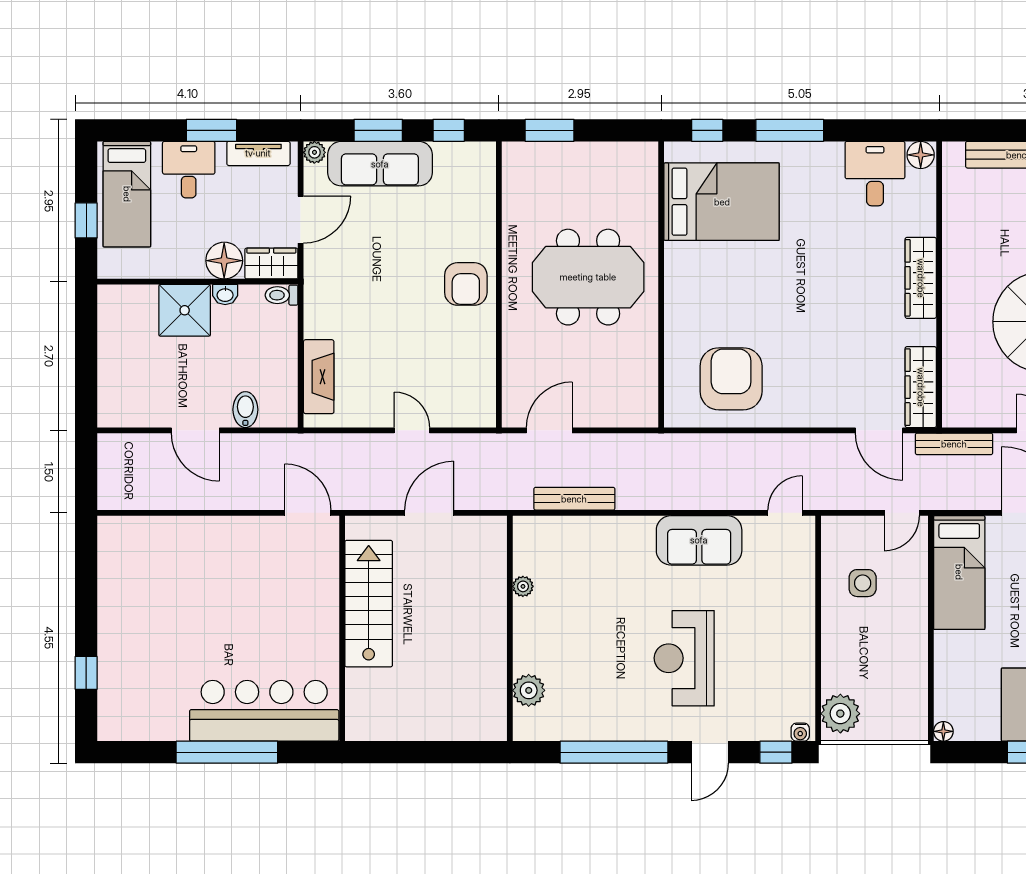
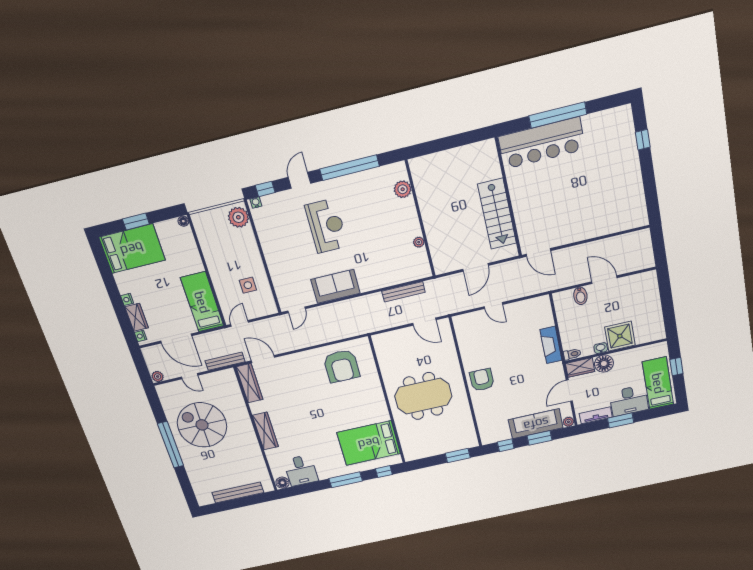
desk: (189, 170) -> (629, 401), width x1.37
fireplace: (319, 377) -> (551, 345), moved
door: (549, 430) -> (424, 322), hinge flipped

